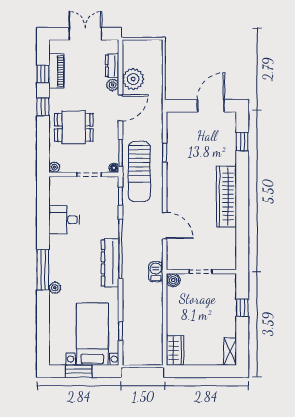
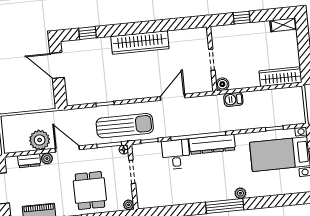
desk: (64, 220) -> (176, 154), moved, turned 180
barbecue: (156, 272) -> (233, 99), moved
wardrobe: (175, 350) -> (281, 77), width x1.50

